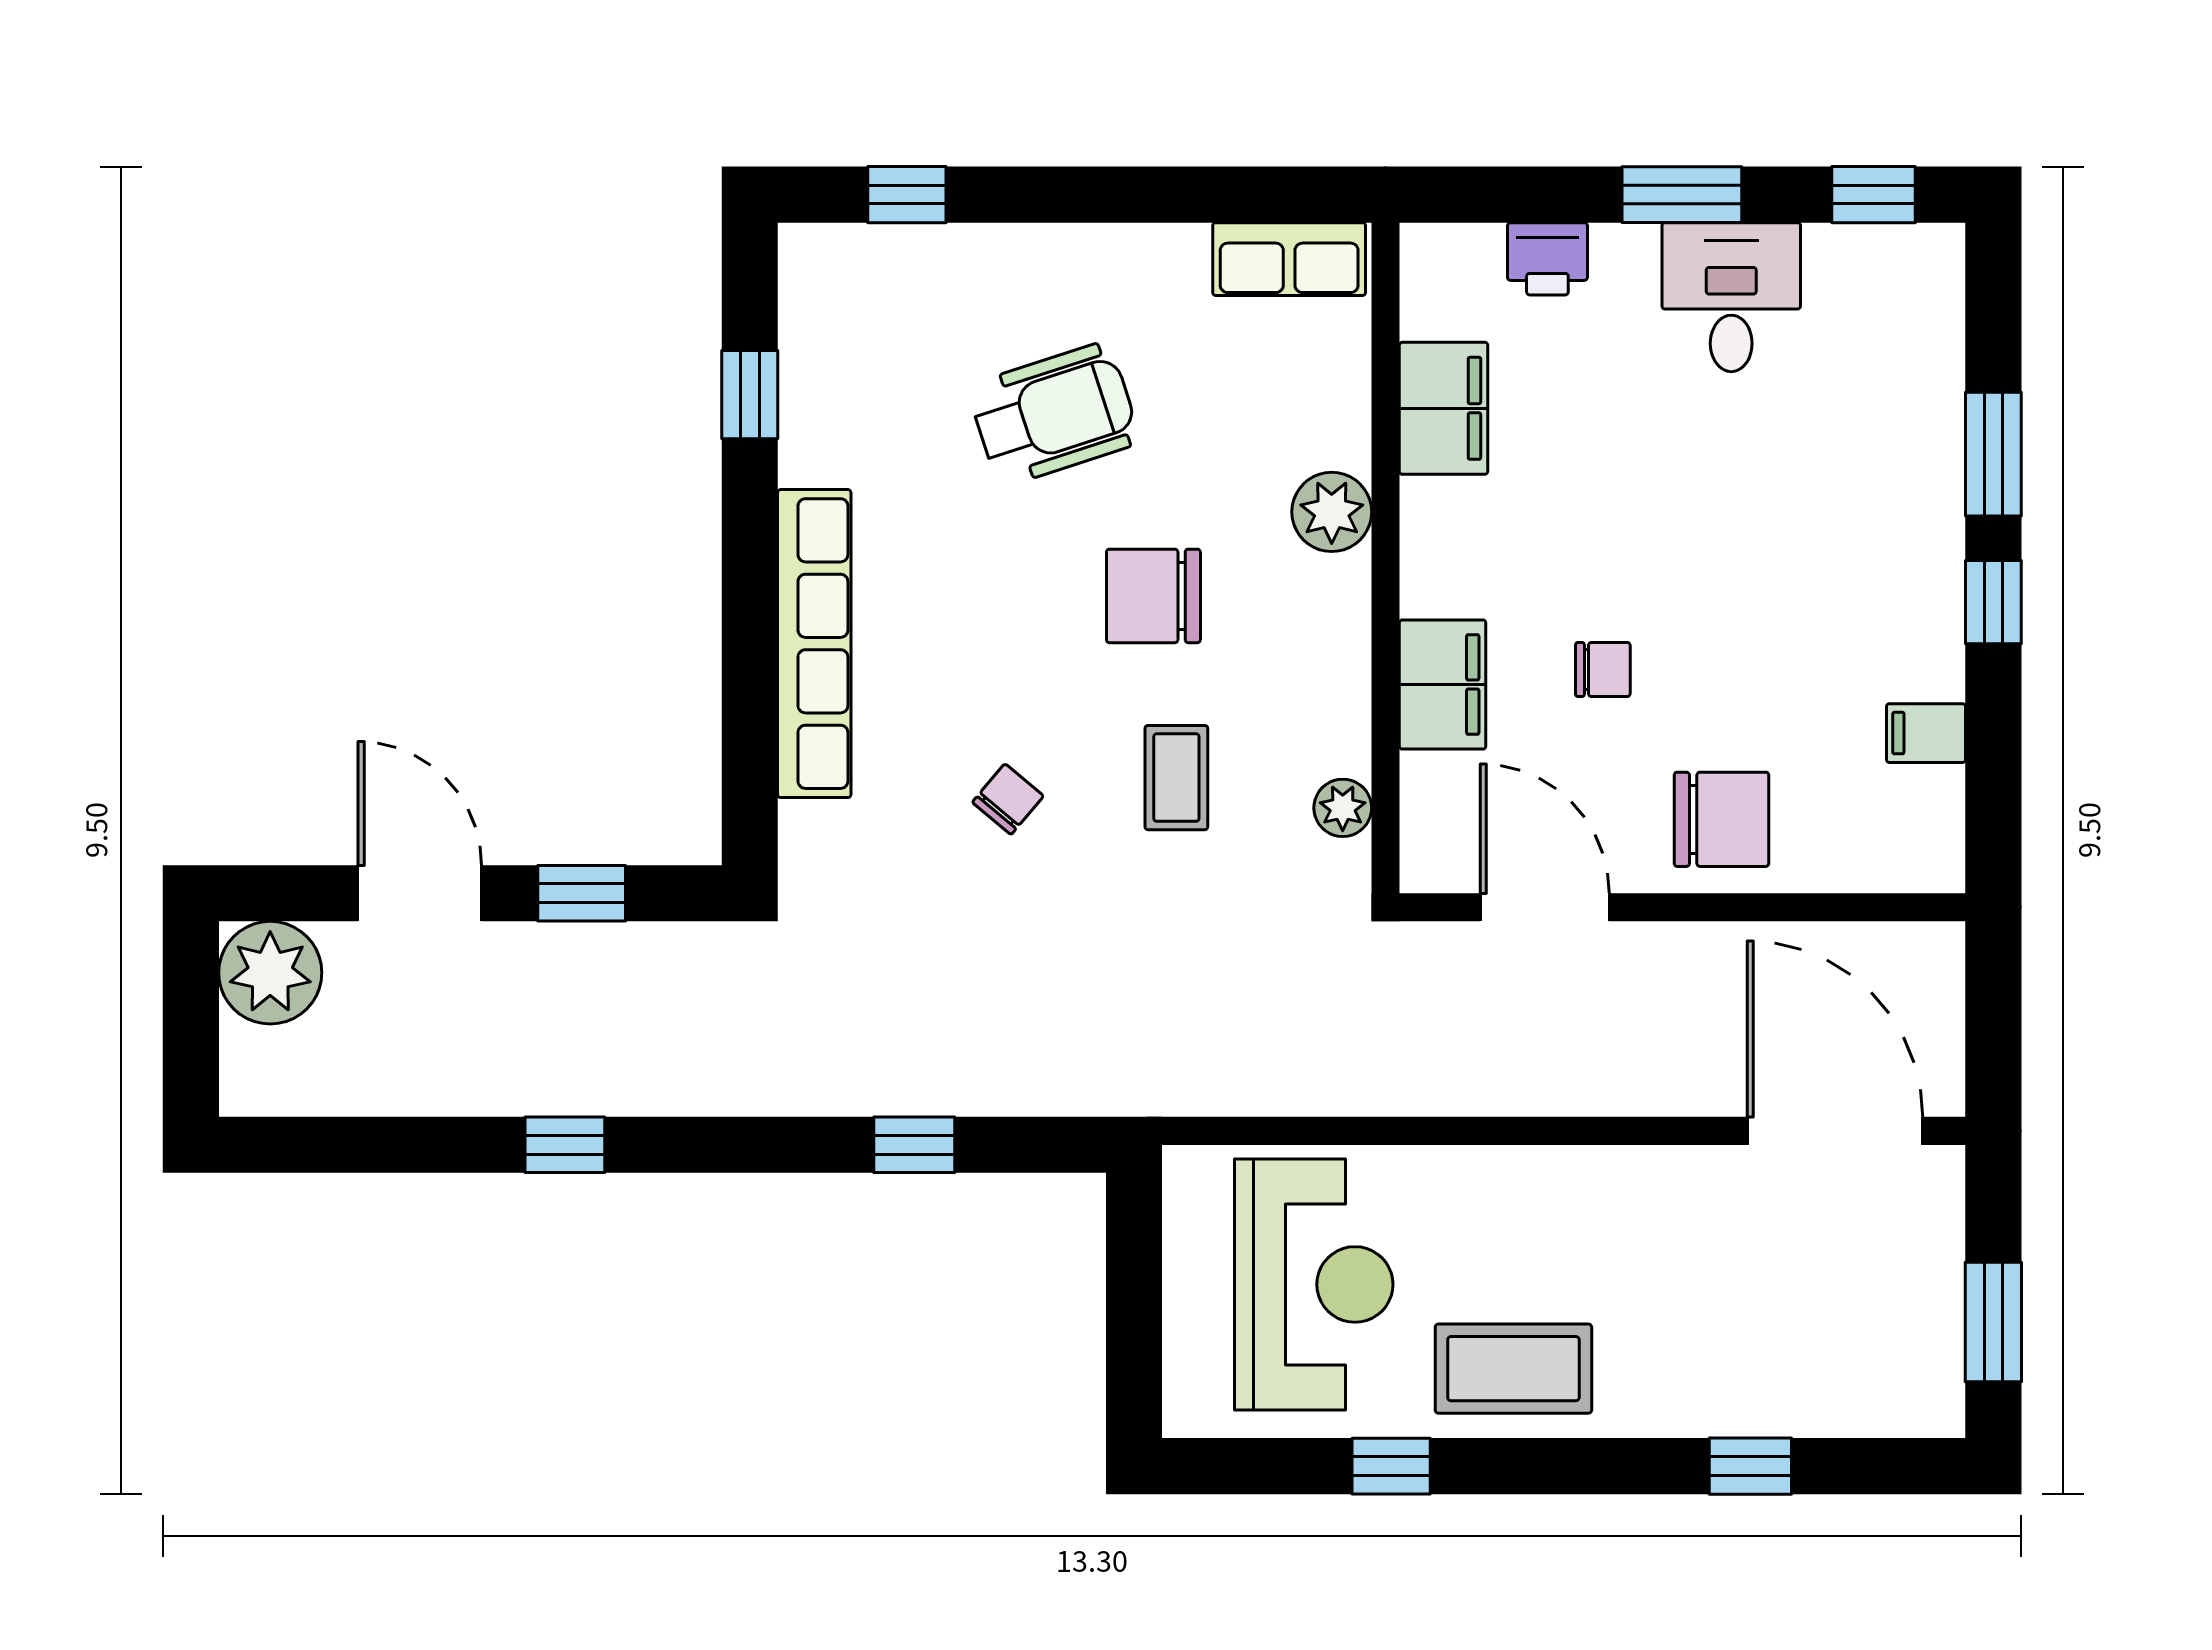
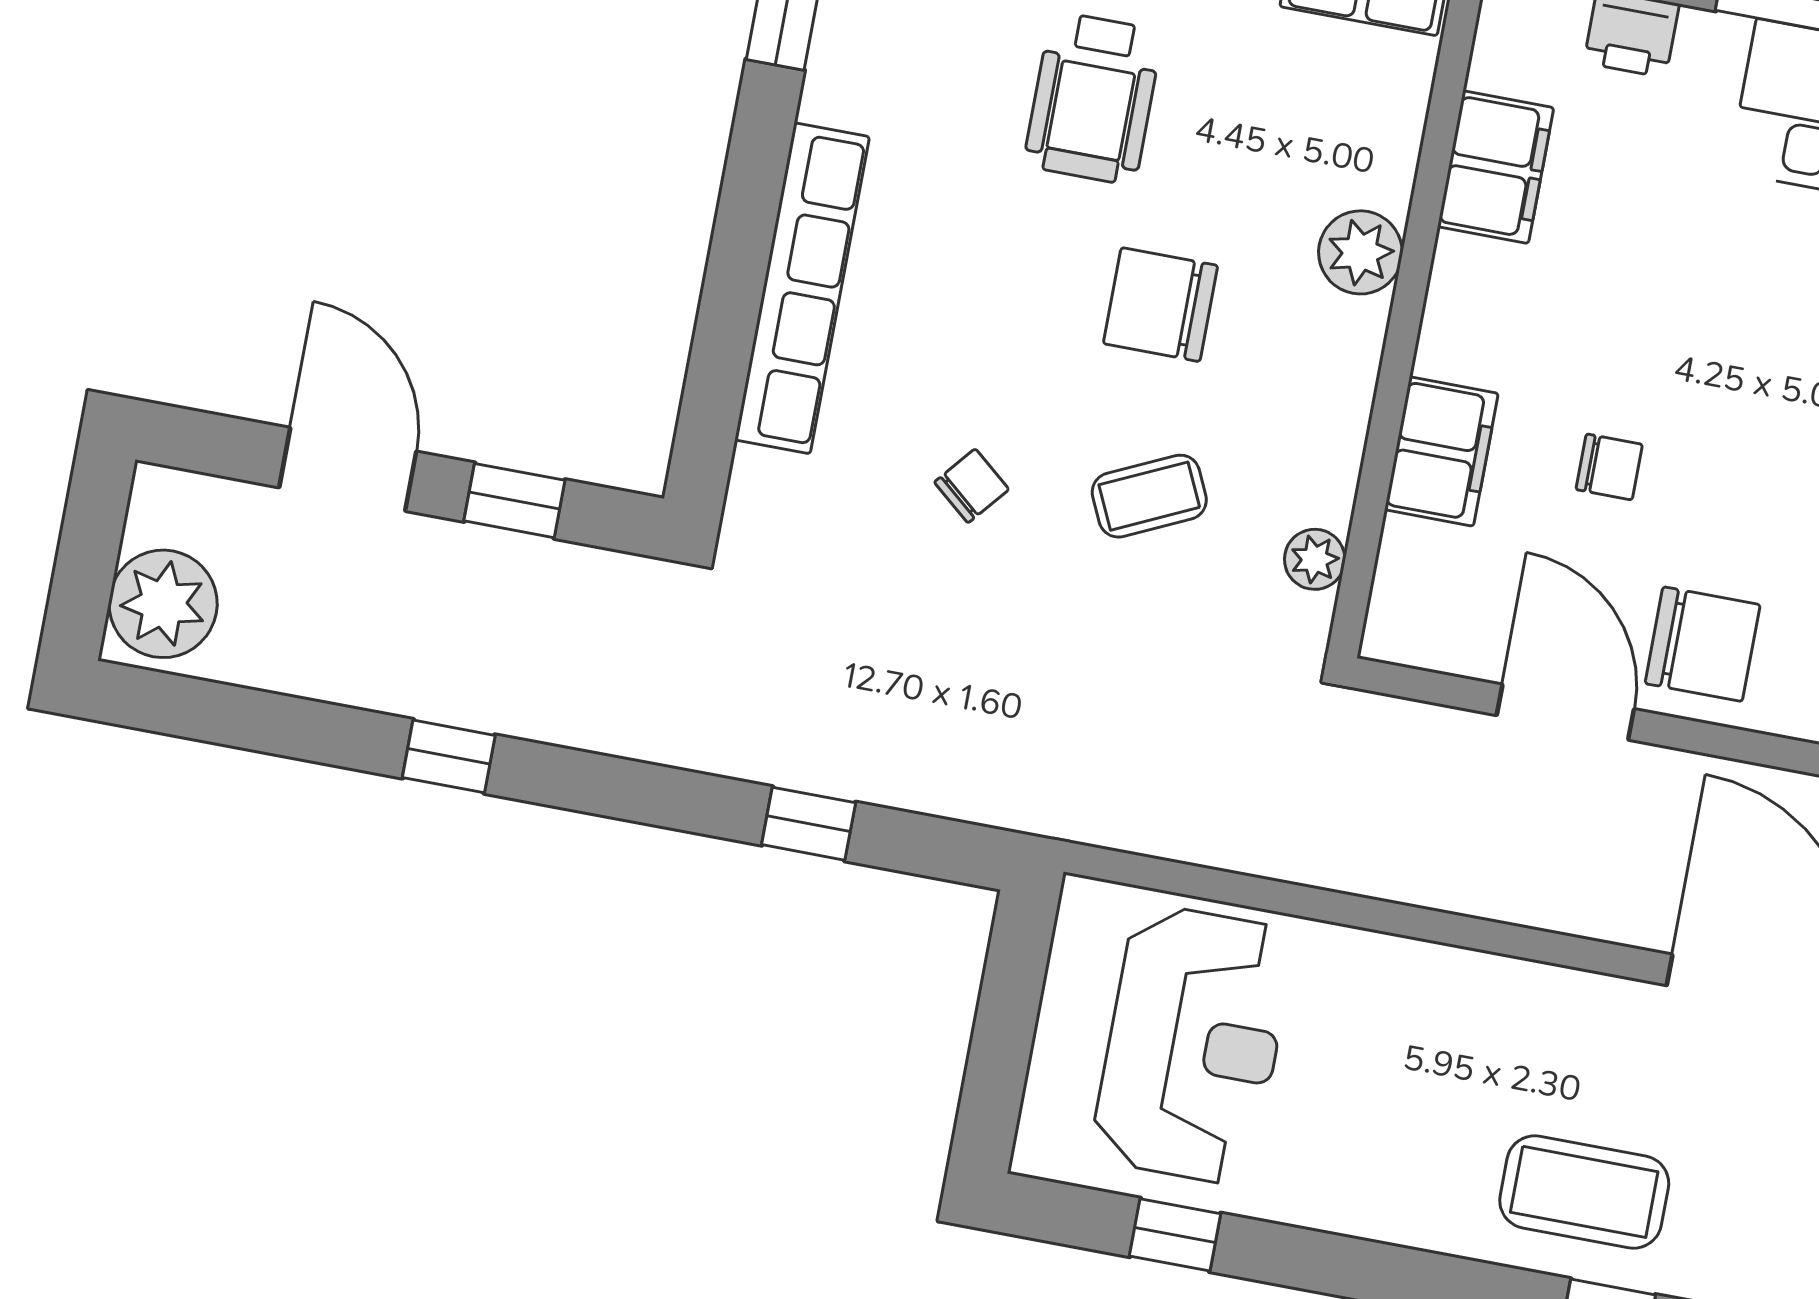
wheelchair: (1054, 414) -> (1093, 98), turned 108
coffee table: (1176, 778) -> (1149, 496), turned 65
door: (1545, 907) -> (1565, 712), moved
plant: (270, 973) -> (163, 604), moved
coffee table: (1513, 1369) -> (1584, 1192), moved
window: (1391, 1466) -> (1175, 1235), moved

